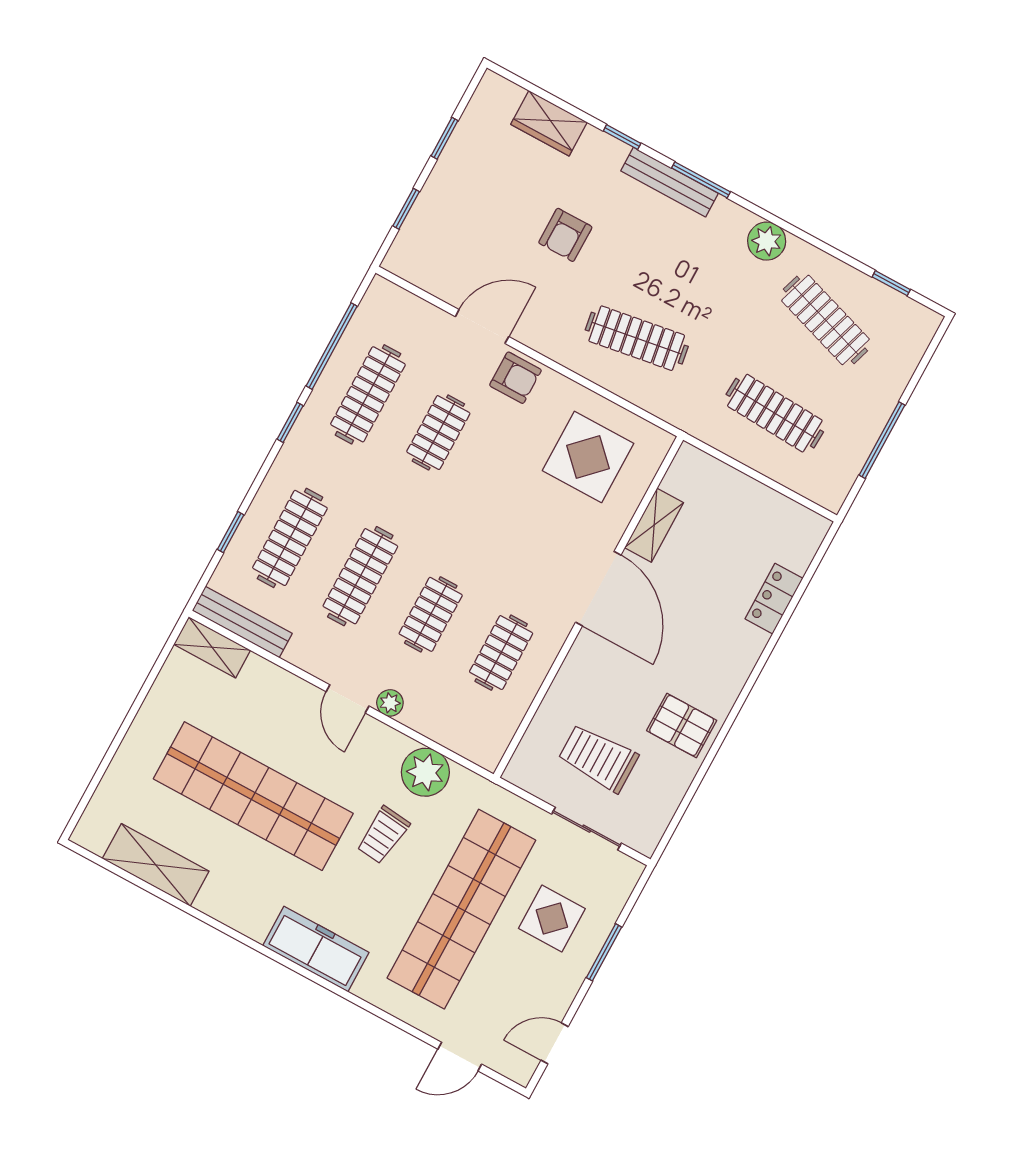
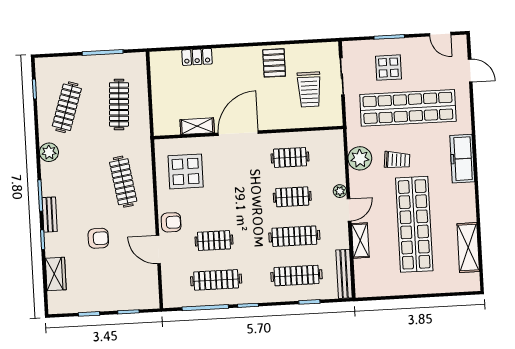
bench: (669, 182) -> (50, 215), width x0.73
armchair: (516, 378) -> (171, 222), turned 90
shelving: (212, 647) -> (360, 241), moved

